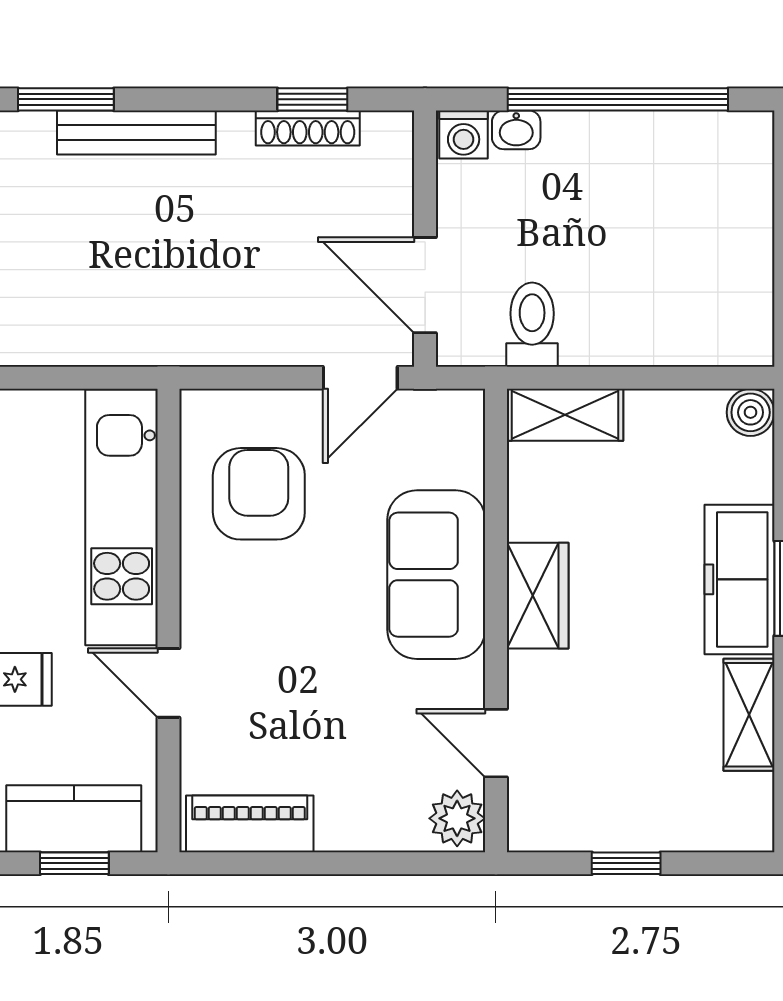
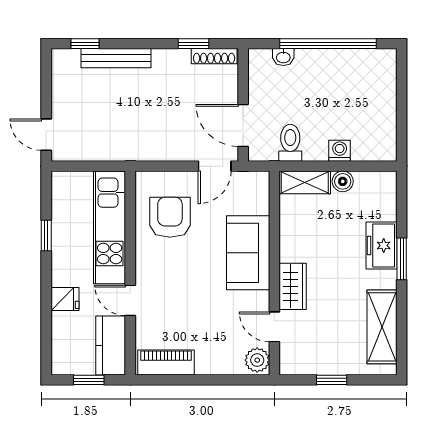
window: (66, 99) -> (85, 44), width x0.67
shoe rack: (308, 128) -> (214, 56), moved
washing machine: (464, 135) -> (340, 151), moved, turned 180
boiler: (751, 412) -> (343, 181), moved
freezer: (739, 579) -> (382, 245), width x0.71
wardrobe: (538, 596) -> (293, 286), moved
shelving: (749, 715) -> (382, 327), width x1.50, depth x1.33
kitchen counter: (74, 819) -> (111, 345), moved, turned -90

